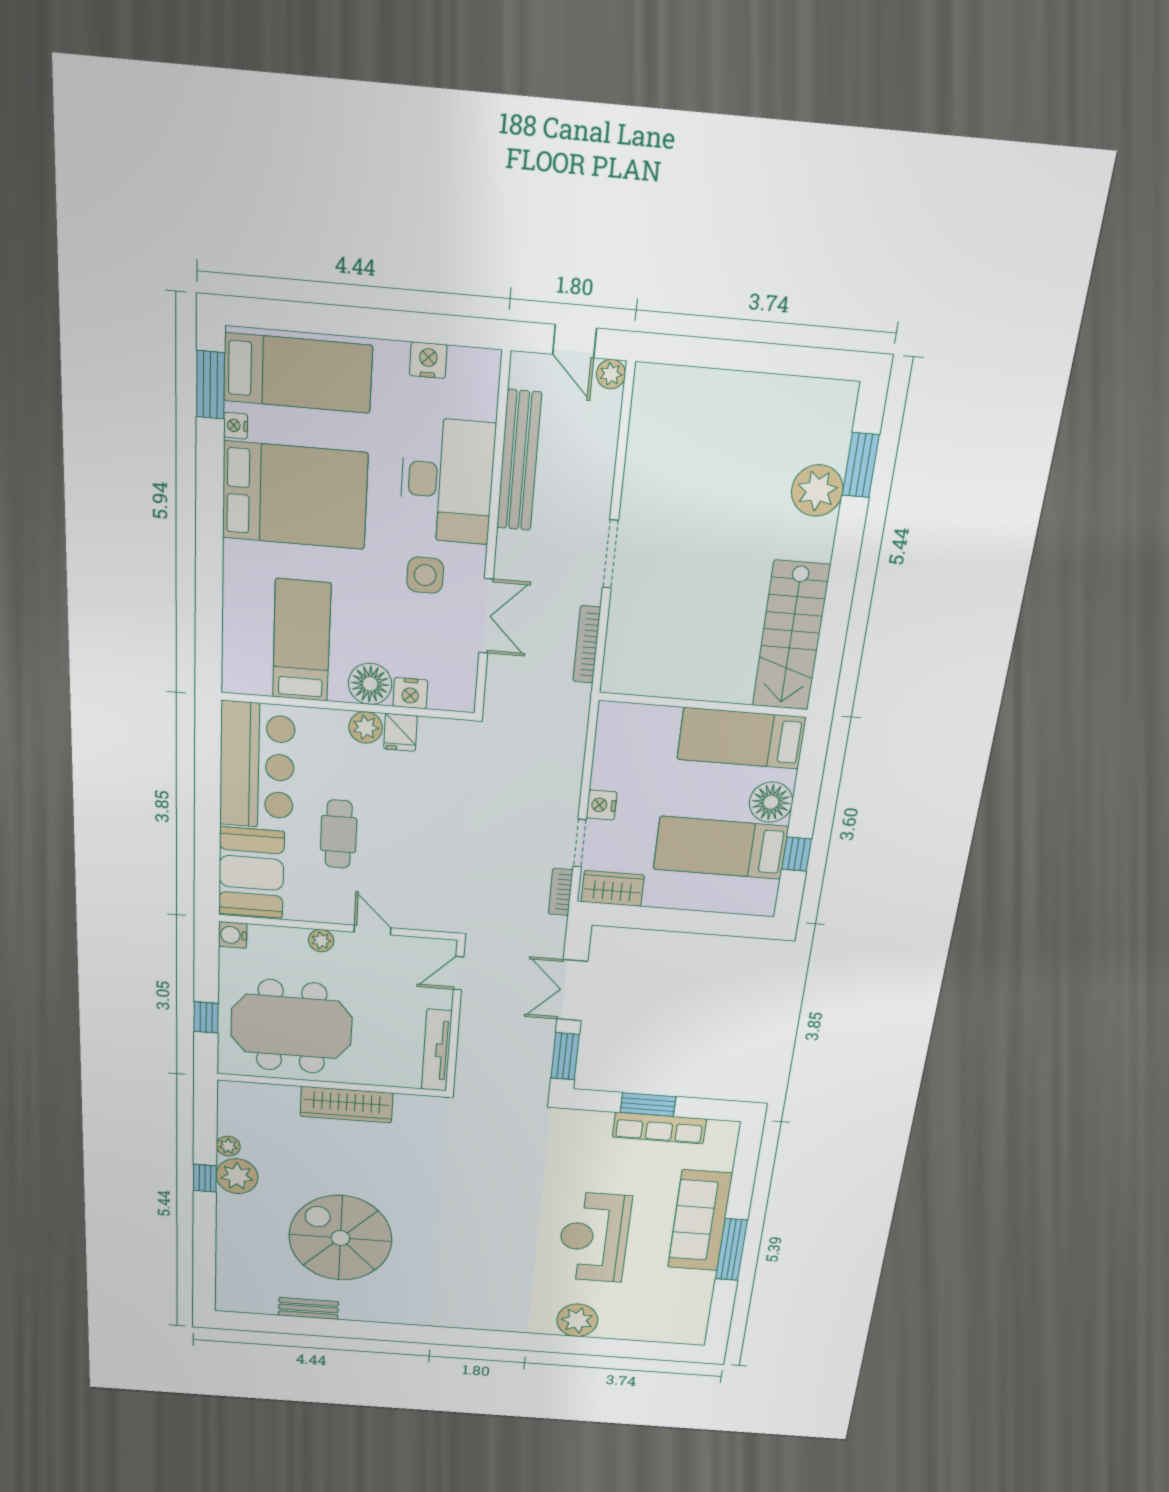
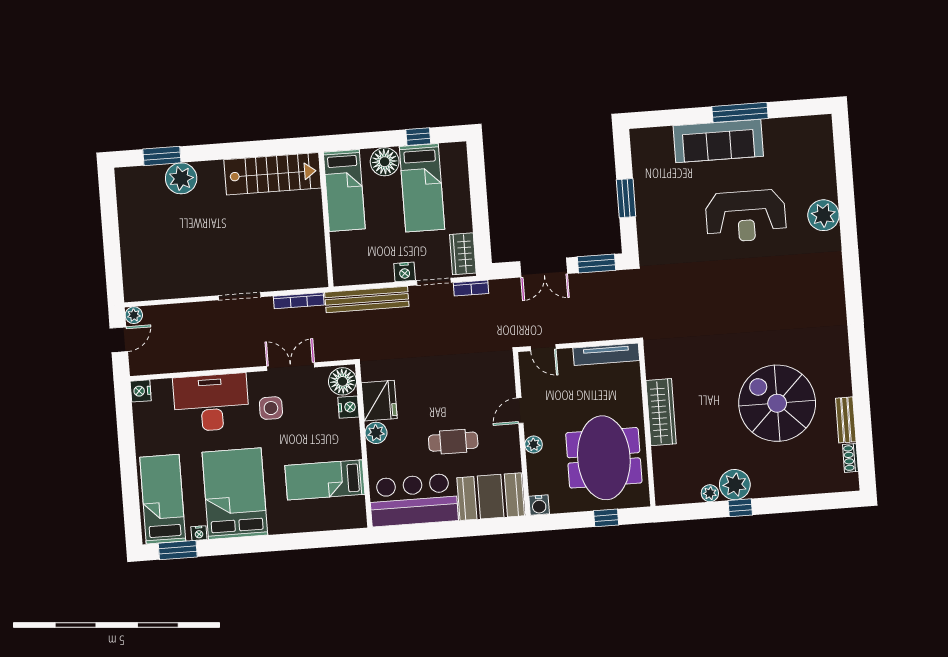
nightstand: (428, 360) -> (141, 391), moved
bench: (519, 461) -> (367, 299), moved
floor lamp: (370, 684) -> (342, 381), moved
fridge: (400, 732) -> (379, 401), width x1.88, depth x1.34
row of seats: (659, 1128) -> (644, 186), removed
spiral stairs: (340, 1238) -> (777, 403), turned 90
shoe rack: (258, 1307) -> (850, 458), added

